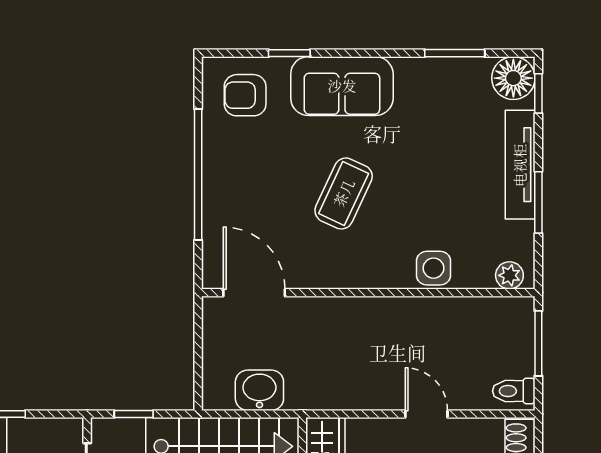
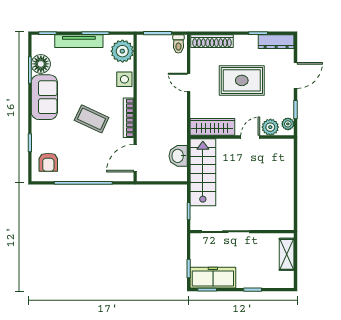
floor lamp: (513, 78) -> (41, 64), moved
sofa: (342, 86) -> (44, 97), moved
plant: (509, 275) -> (122, 51), width x1.88, depth x1.88
bookcase: (346, 277) -> (129, 118), added
door: (426, 414) -> (189, 82), hinge flipped

